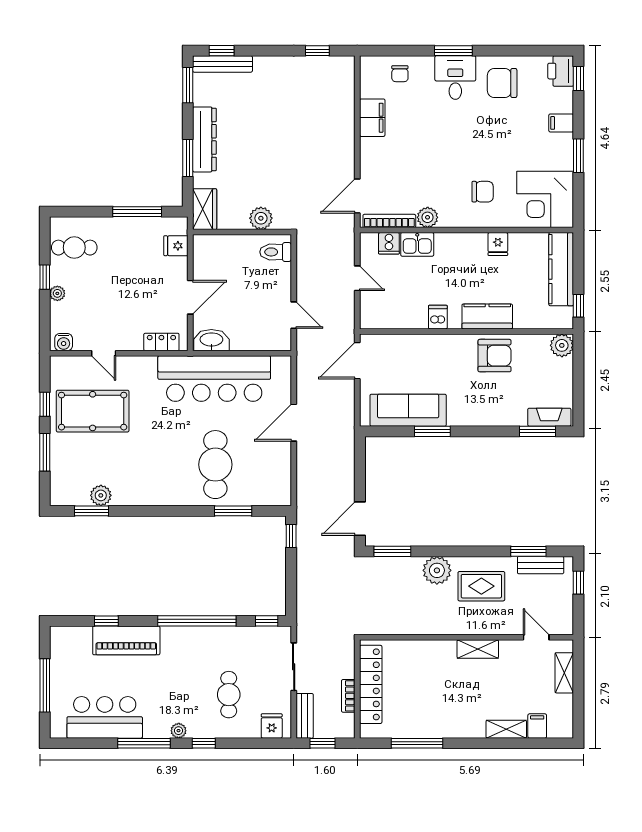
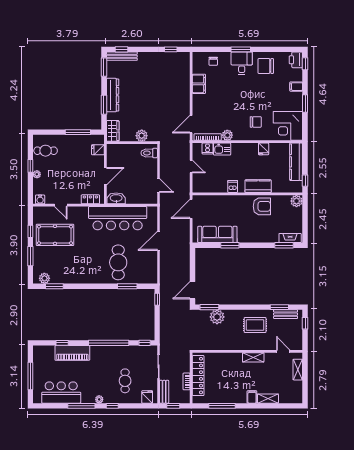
plant: (101, 495) -> (44, 278), moved
plant: (437, 570) -> (217, 317), moved
filing cabinet: (537, 726) -> (252, 397), moved

